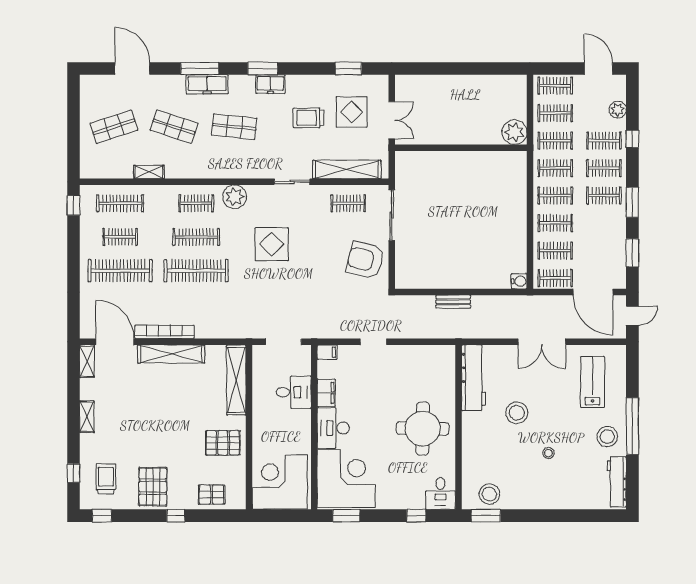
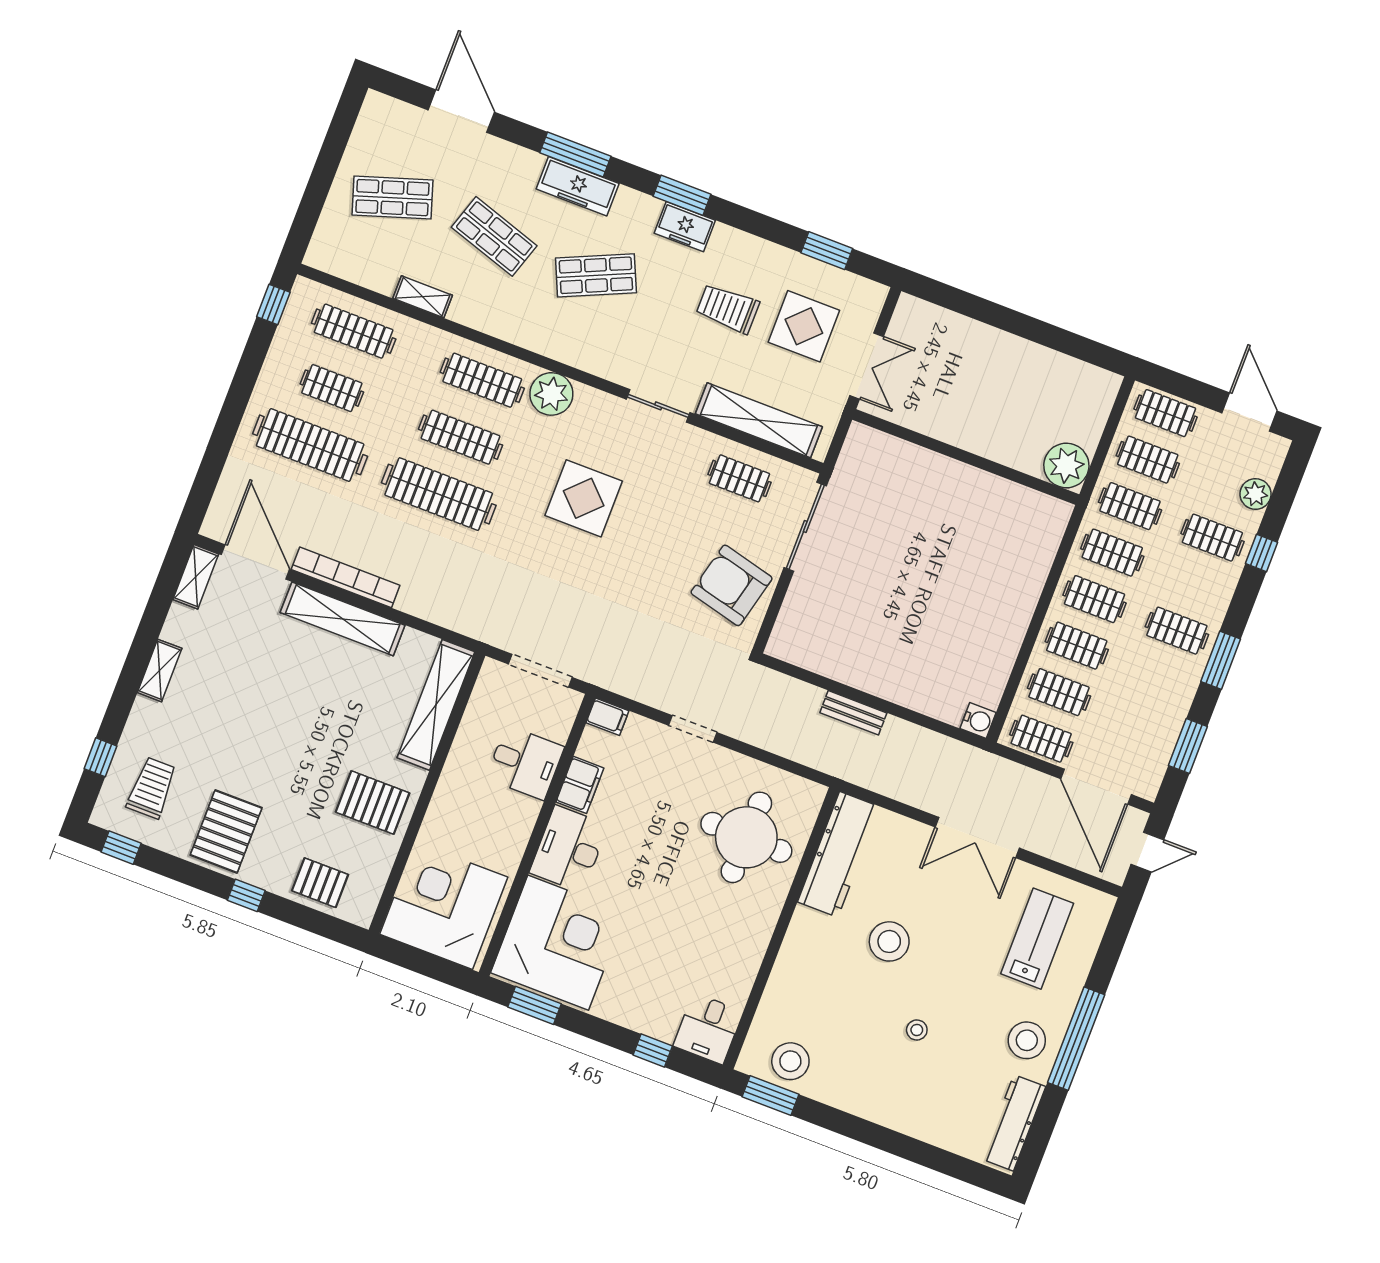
shop shelf: (234, 127) -> (596, 275), turned -30
clothes rail: (604, 168) -> (1195, 584), removed
clothes rail: (196, 203) -> (482, 380), width x1.36
round table: (423, 429) -> (746, 837), moved

